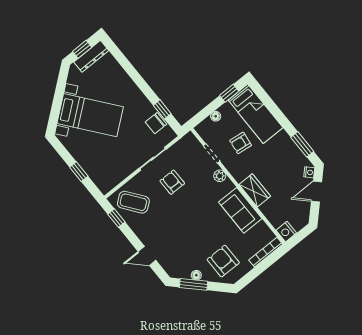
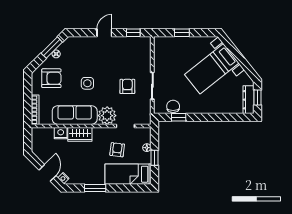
window: (229, 93) -> (154, 158), moved
window: (302, 144) -> (95, 188), moved
plant: (220, 176) -> (107, 116), width x1.88, depth x1.88
armchair: (172, 182) -> (127, 86), turned -90
coffee table: (133, 202) -> (135, 52), removed
sofa: (240, 210) -> (75, 115), width x1.36
side table: (200, 223) -> (87, 83), added
nightstand: (286, 232) -> (61, 133), moved
door: (147, 256) -> (104, 33), moved

